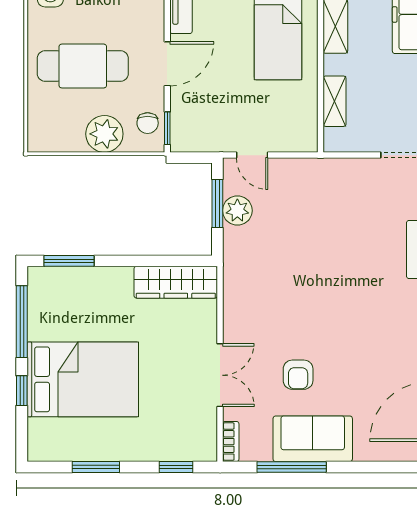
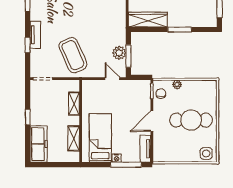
plant: (104, 134) -> (177, 84), width x0.53, depth x0.53
coffee table: (337, 206) -> (73, 55), added
window: (69, 261) -> (180, 29), moved

